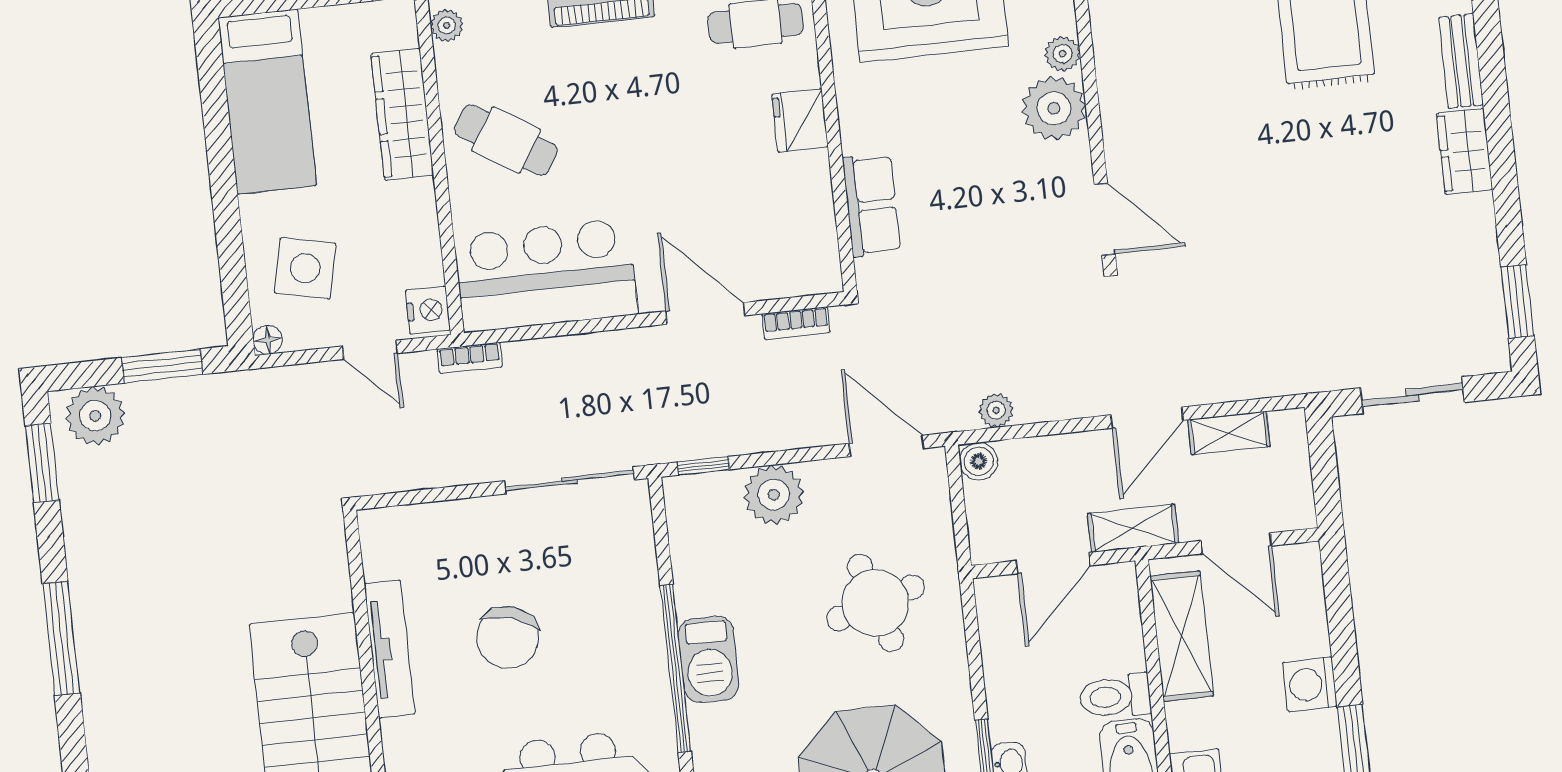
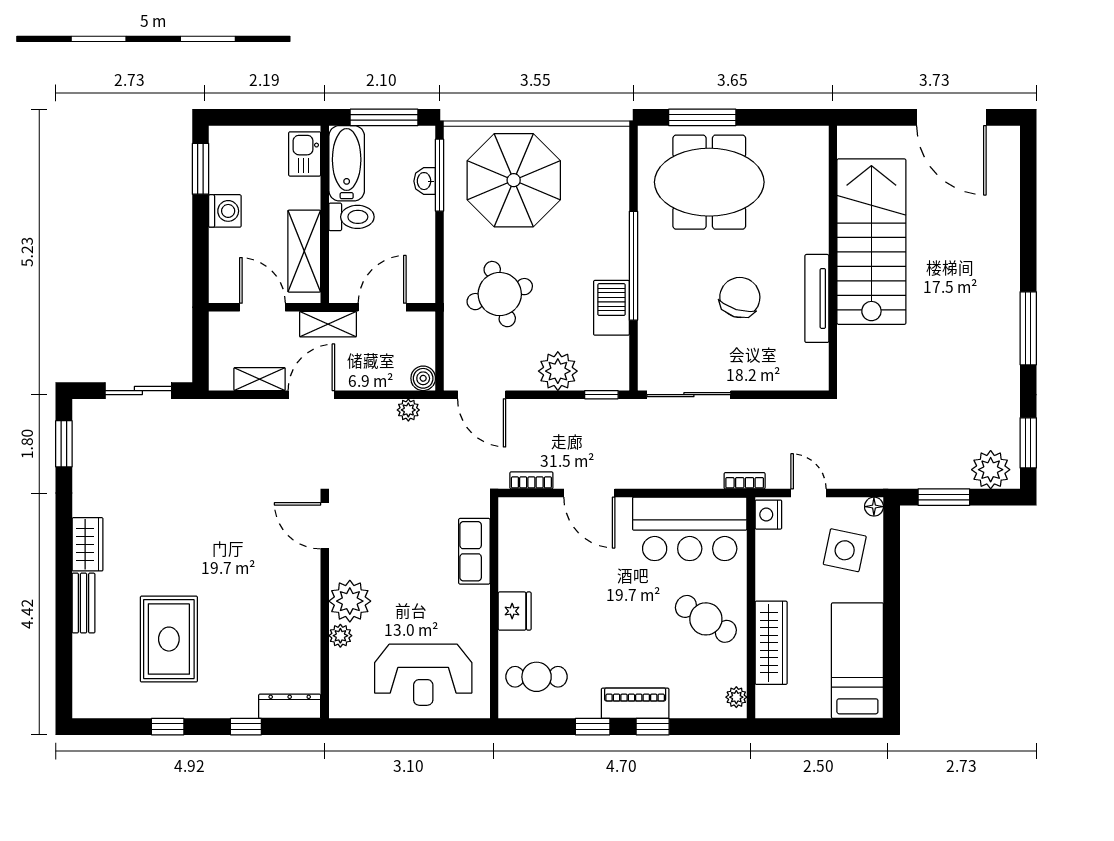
barbecue: (709, 659) -> (611, 308), moved

